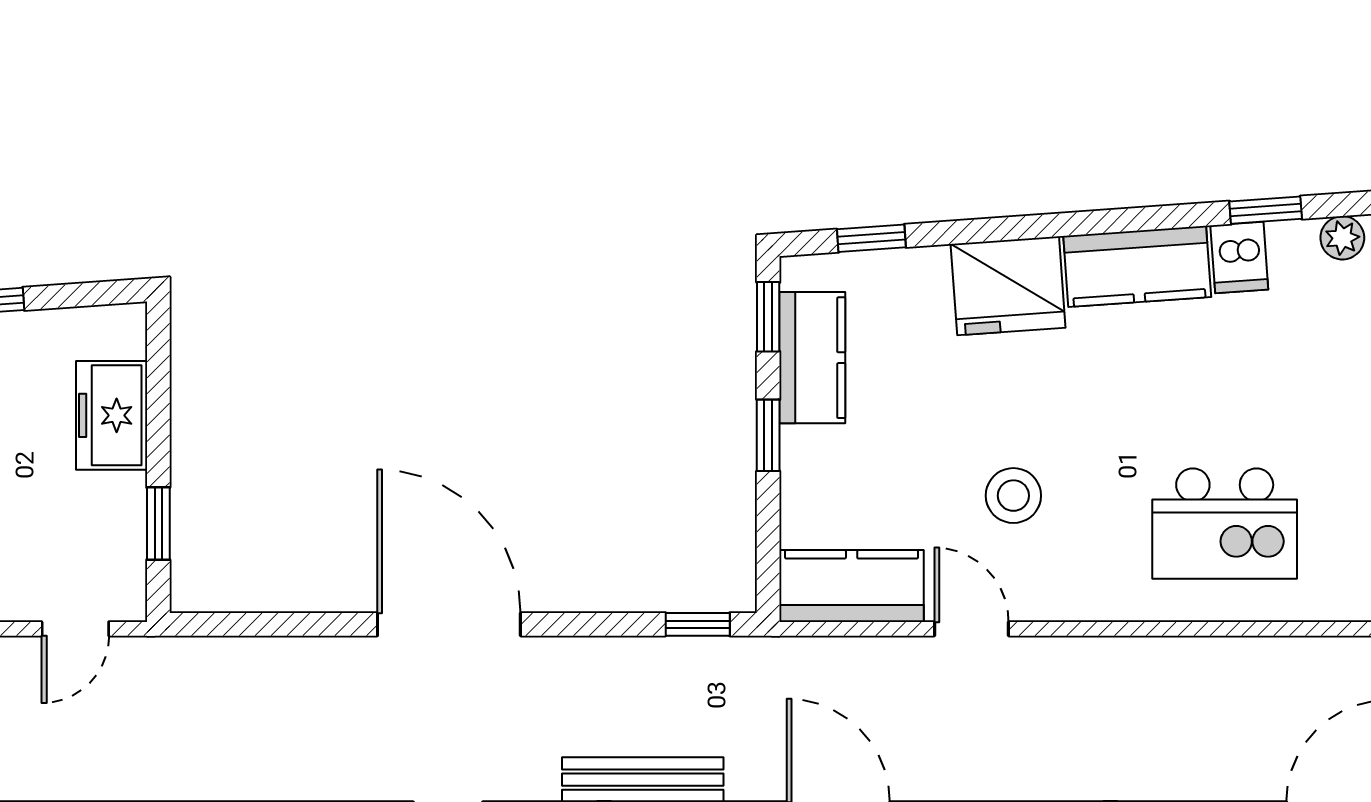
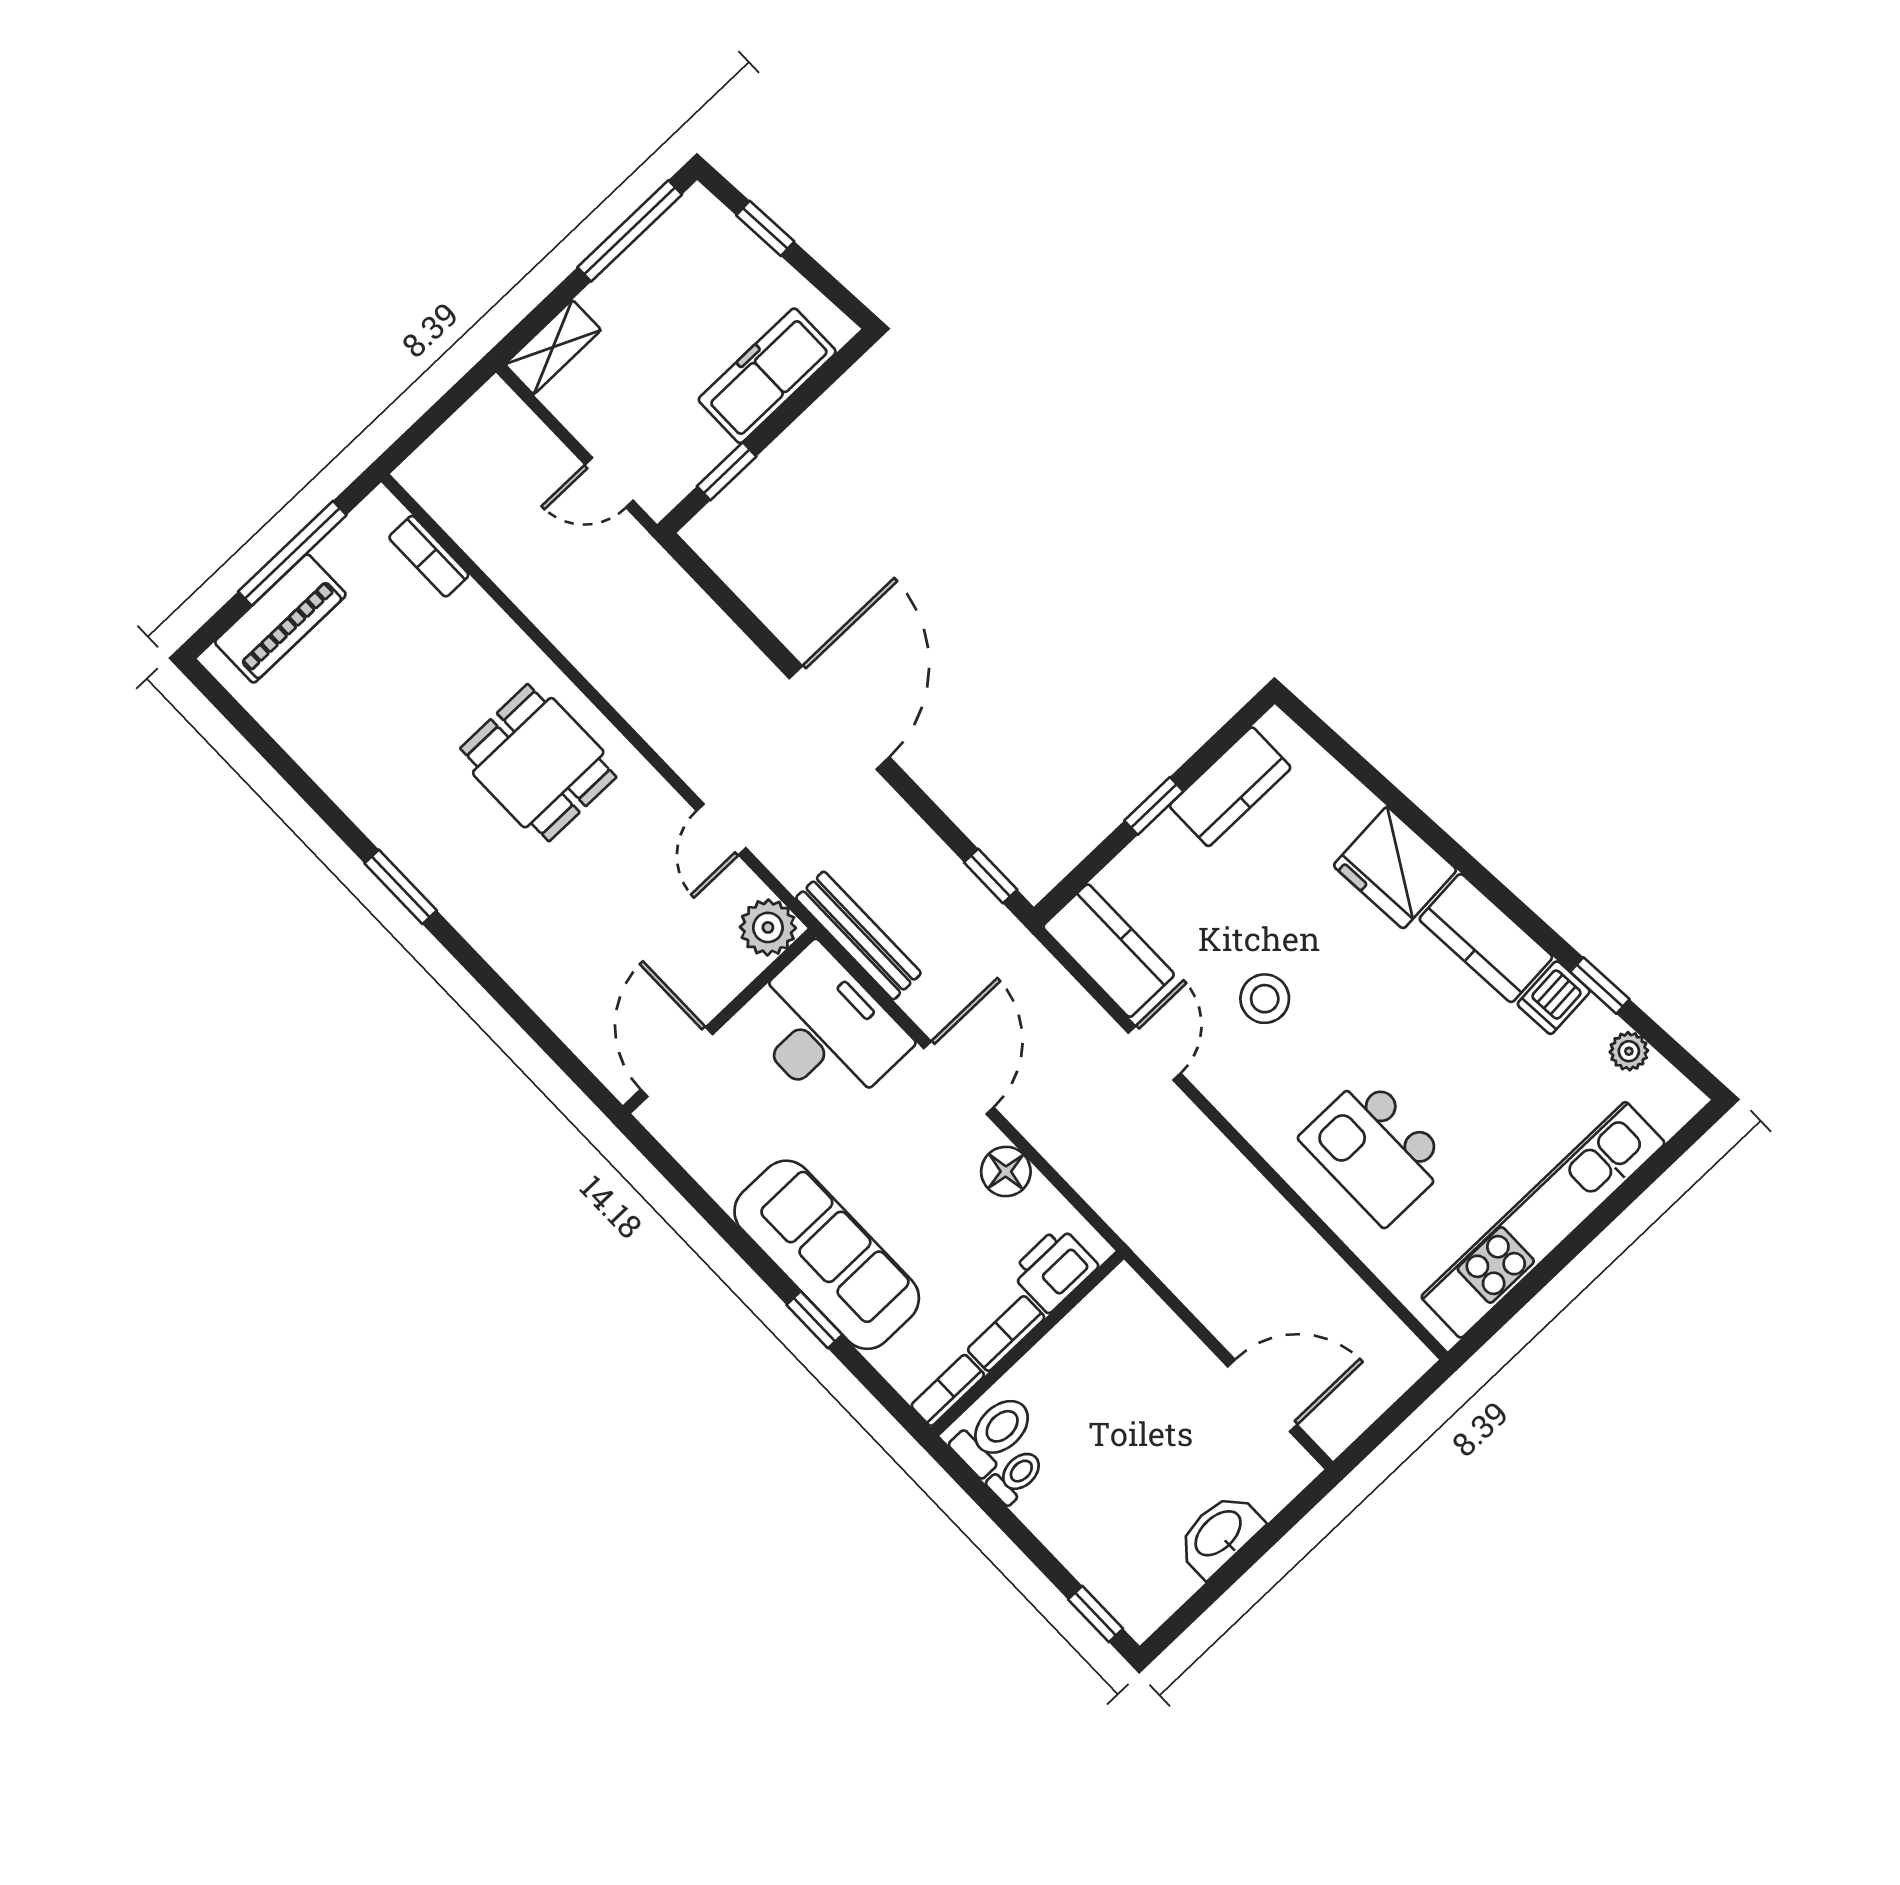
window: (871, 238) -> (1342, 752), removed
window: (768, 317) -> (1229, 734), removed
freezer: (112, 415) -> (767, 376), width x1.40

